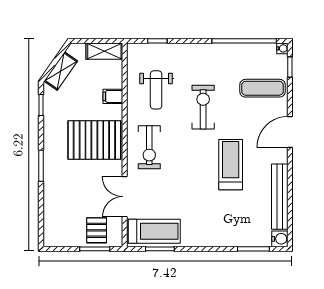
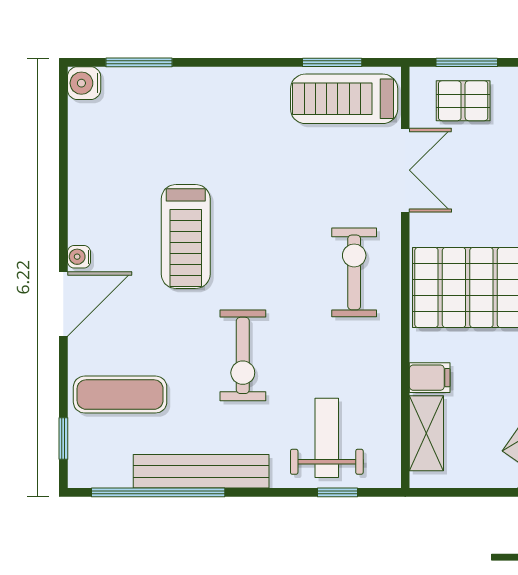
water cooler: (282, 48) -> (79, 257), moved
shelving: (104, 51) -> (426, 433), moved, turned 90
weight bench: (156, 90) -> (327, 438), moved
bench: (280, 197) -> (201, 471), moved, turned 90
pallet: (97, 230) -> (463, 101), turned 90

